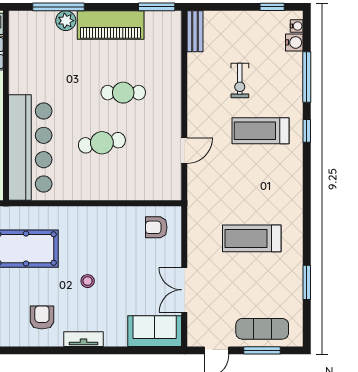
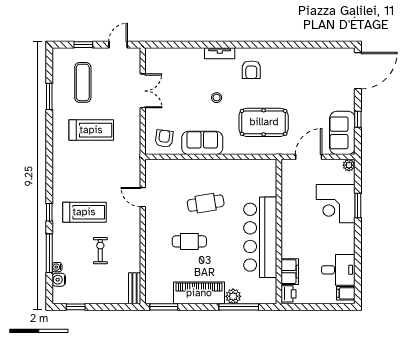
water cooler: (297, 26) -> (57, 267), moved
bar counter: (30, 148) -> (260, 237), moved
door: (184, 151) -> (143, 197), hinge flipped
armchair: (156, 227) -> (164, 139), turned -83
exercise mat: (262, 329) -> (83, 82), moved, turned 90
sofa: (155, 331) -> (202, 143), moved, turned 180
window: (262, 350) -> (83, 45), width x0.67

